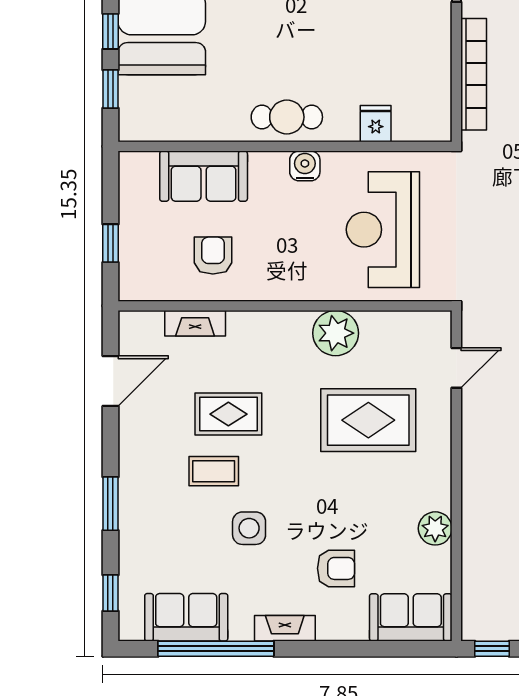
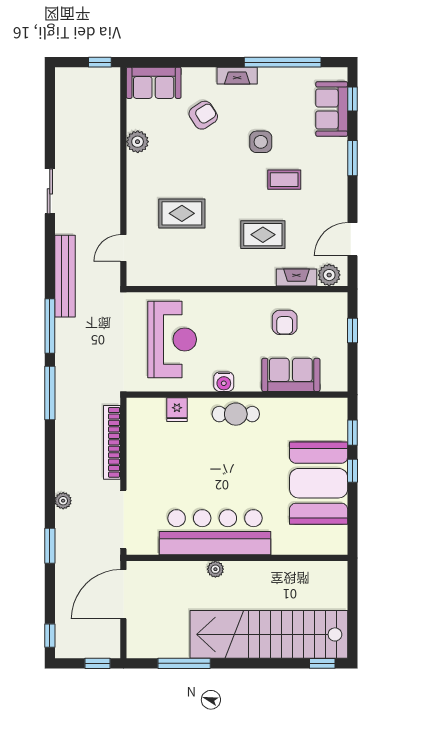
plant: (336, 333) -> (329, 275), moved, width x0.73, depth x0.73
rug: (228, 414) -> (263, 235), moved
rug: (368, 420) -> (182, 213), width x0.73, depth x0.70
armchair: (336, 568) -> (203, 115), turned 147
sofa: (186, 617) -> (332, 109), moved, turned 90

